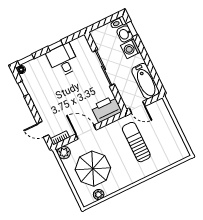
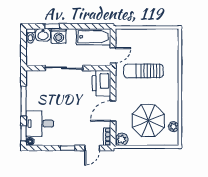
window: (132, 29) -> (52, 26), moved
window: (55, 46) -> (24, 101), width x2.17
desk: (63, 60) -> (40, 124), moved
window: (23, 89) -> (68, 148), moved

